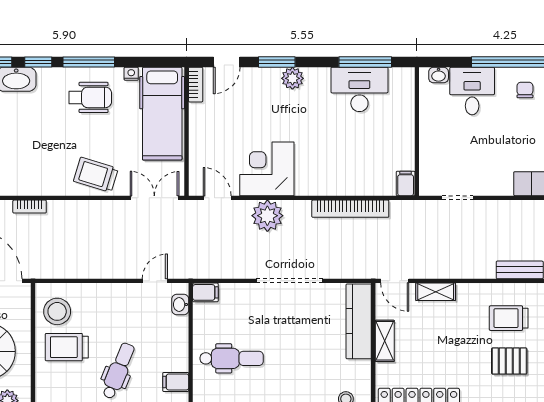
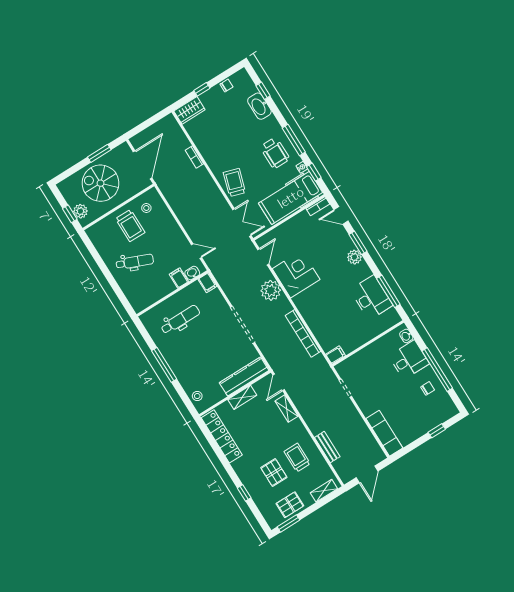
window: (38, 62) -> (314, 172), moved
stool: (57, 311) -> (146, 208), width x0.53, depth x0.53
trolley: (67, 347) -> (130, 226), turned 180
dental chair: (232, 358) -> (180, 320), turned -90
filing cabinet: (176, 382) -> (179, 278), moved

